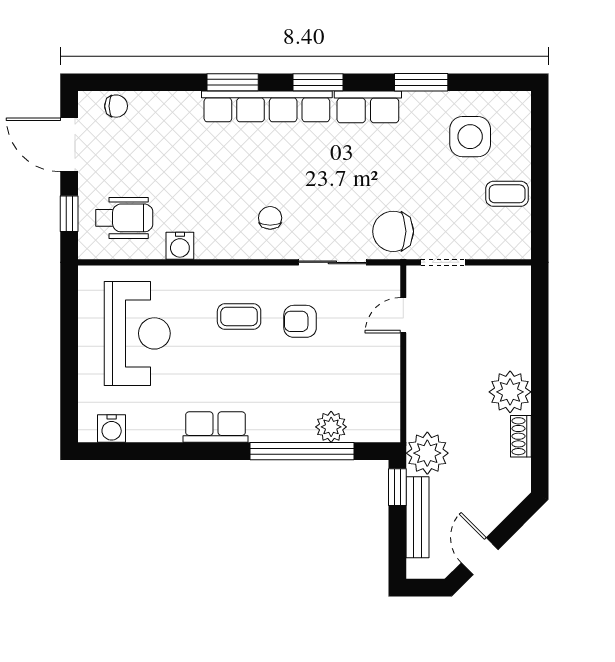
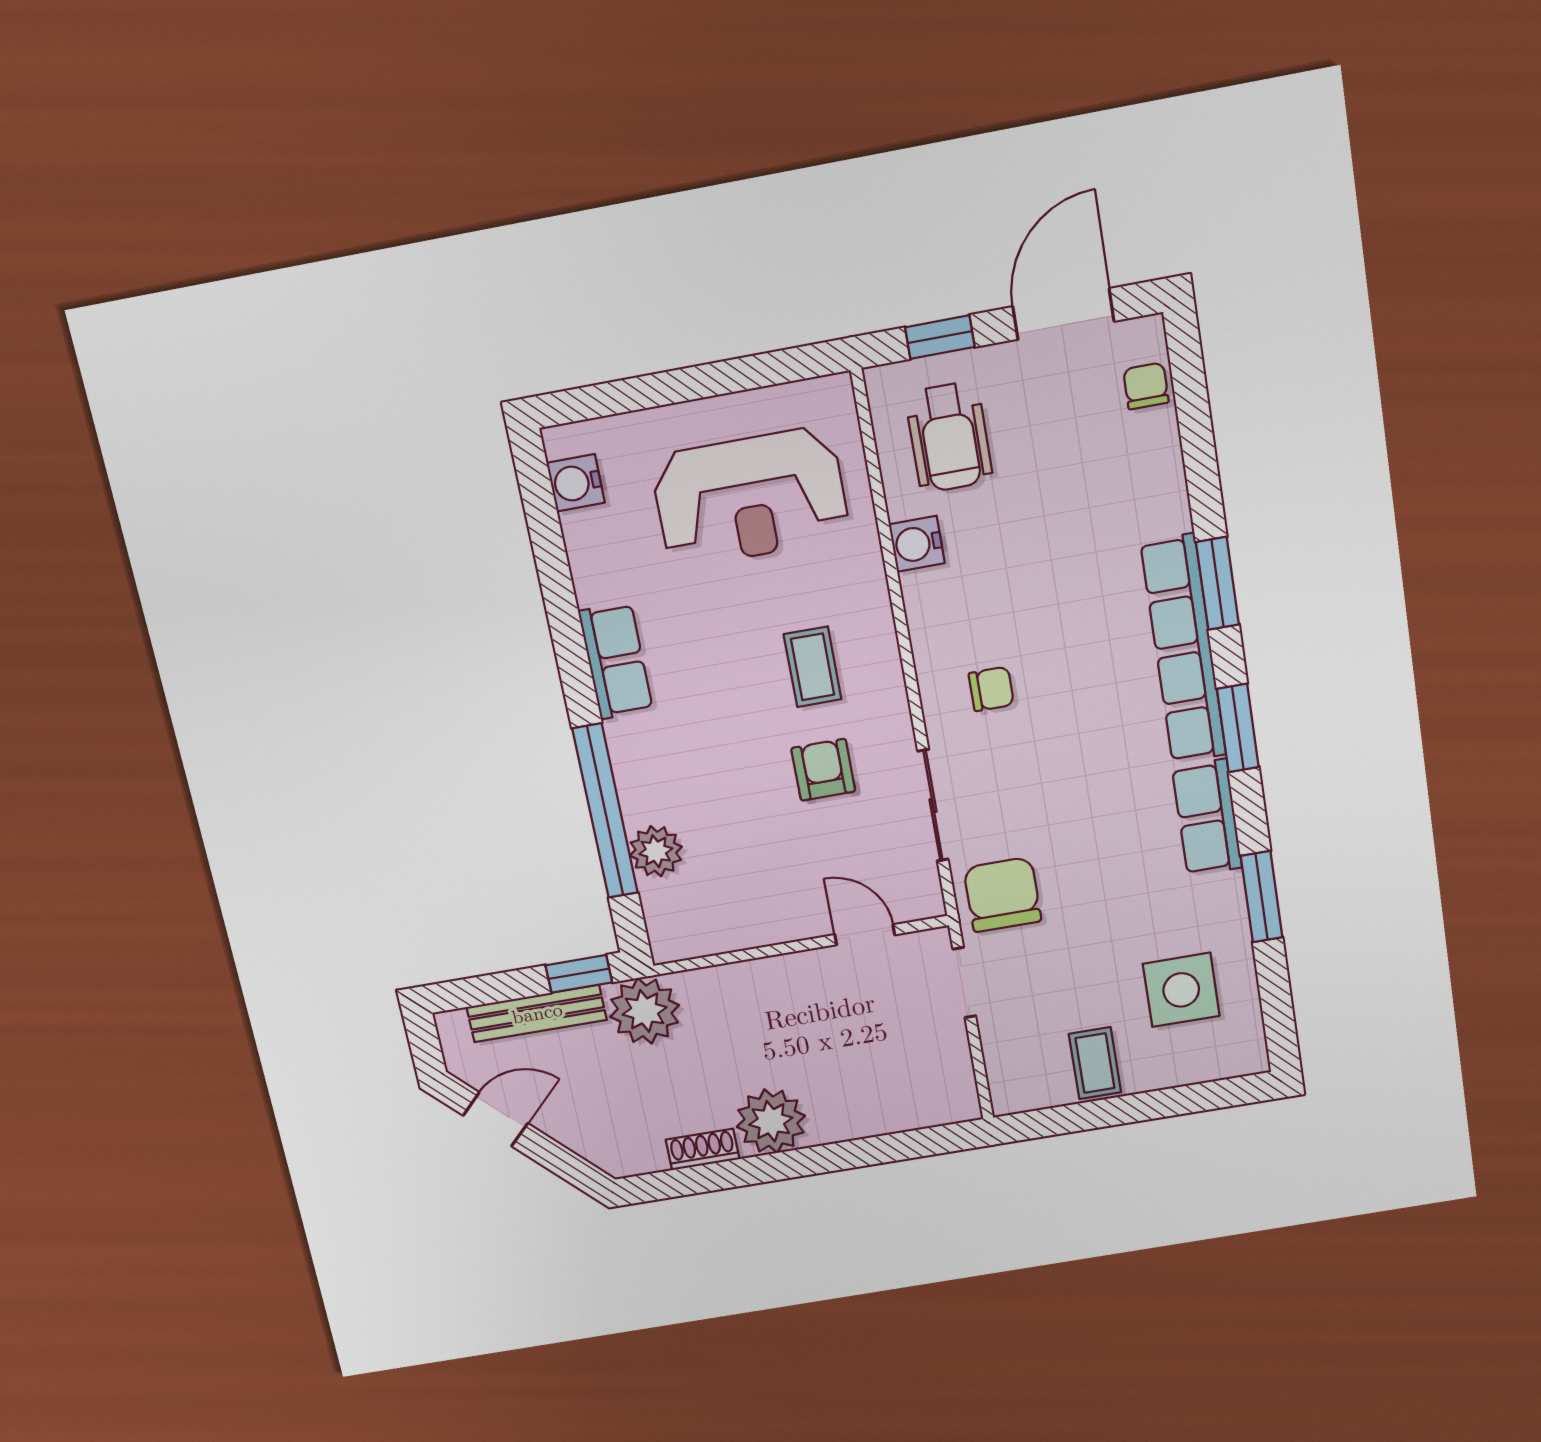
chair: (116, 106) -> (1146, 386), turned 180

